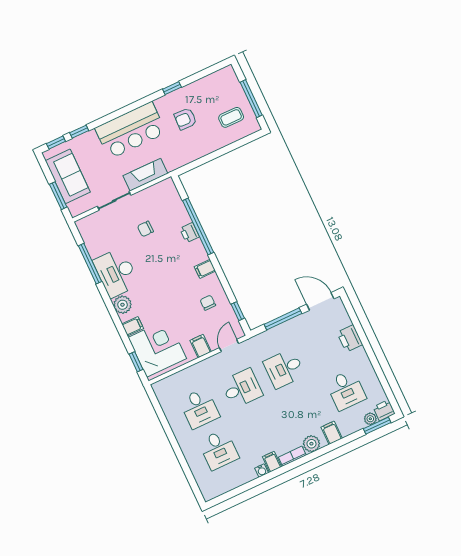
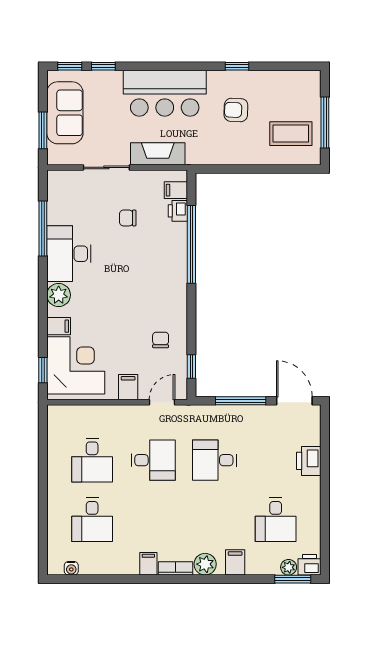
coffee table: (231, 117) -> (291, 134), width x1.36, depth x1.30
printer: (190, 233) -> (178, 211), moved
filing cabinet: (205, 269) -> (176, 190), moved
water cooler: (262, 471) -> (71, 568), moved

